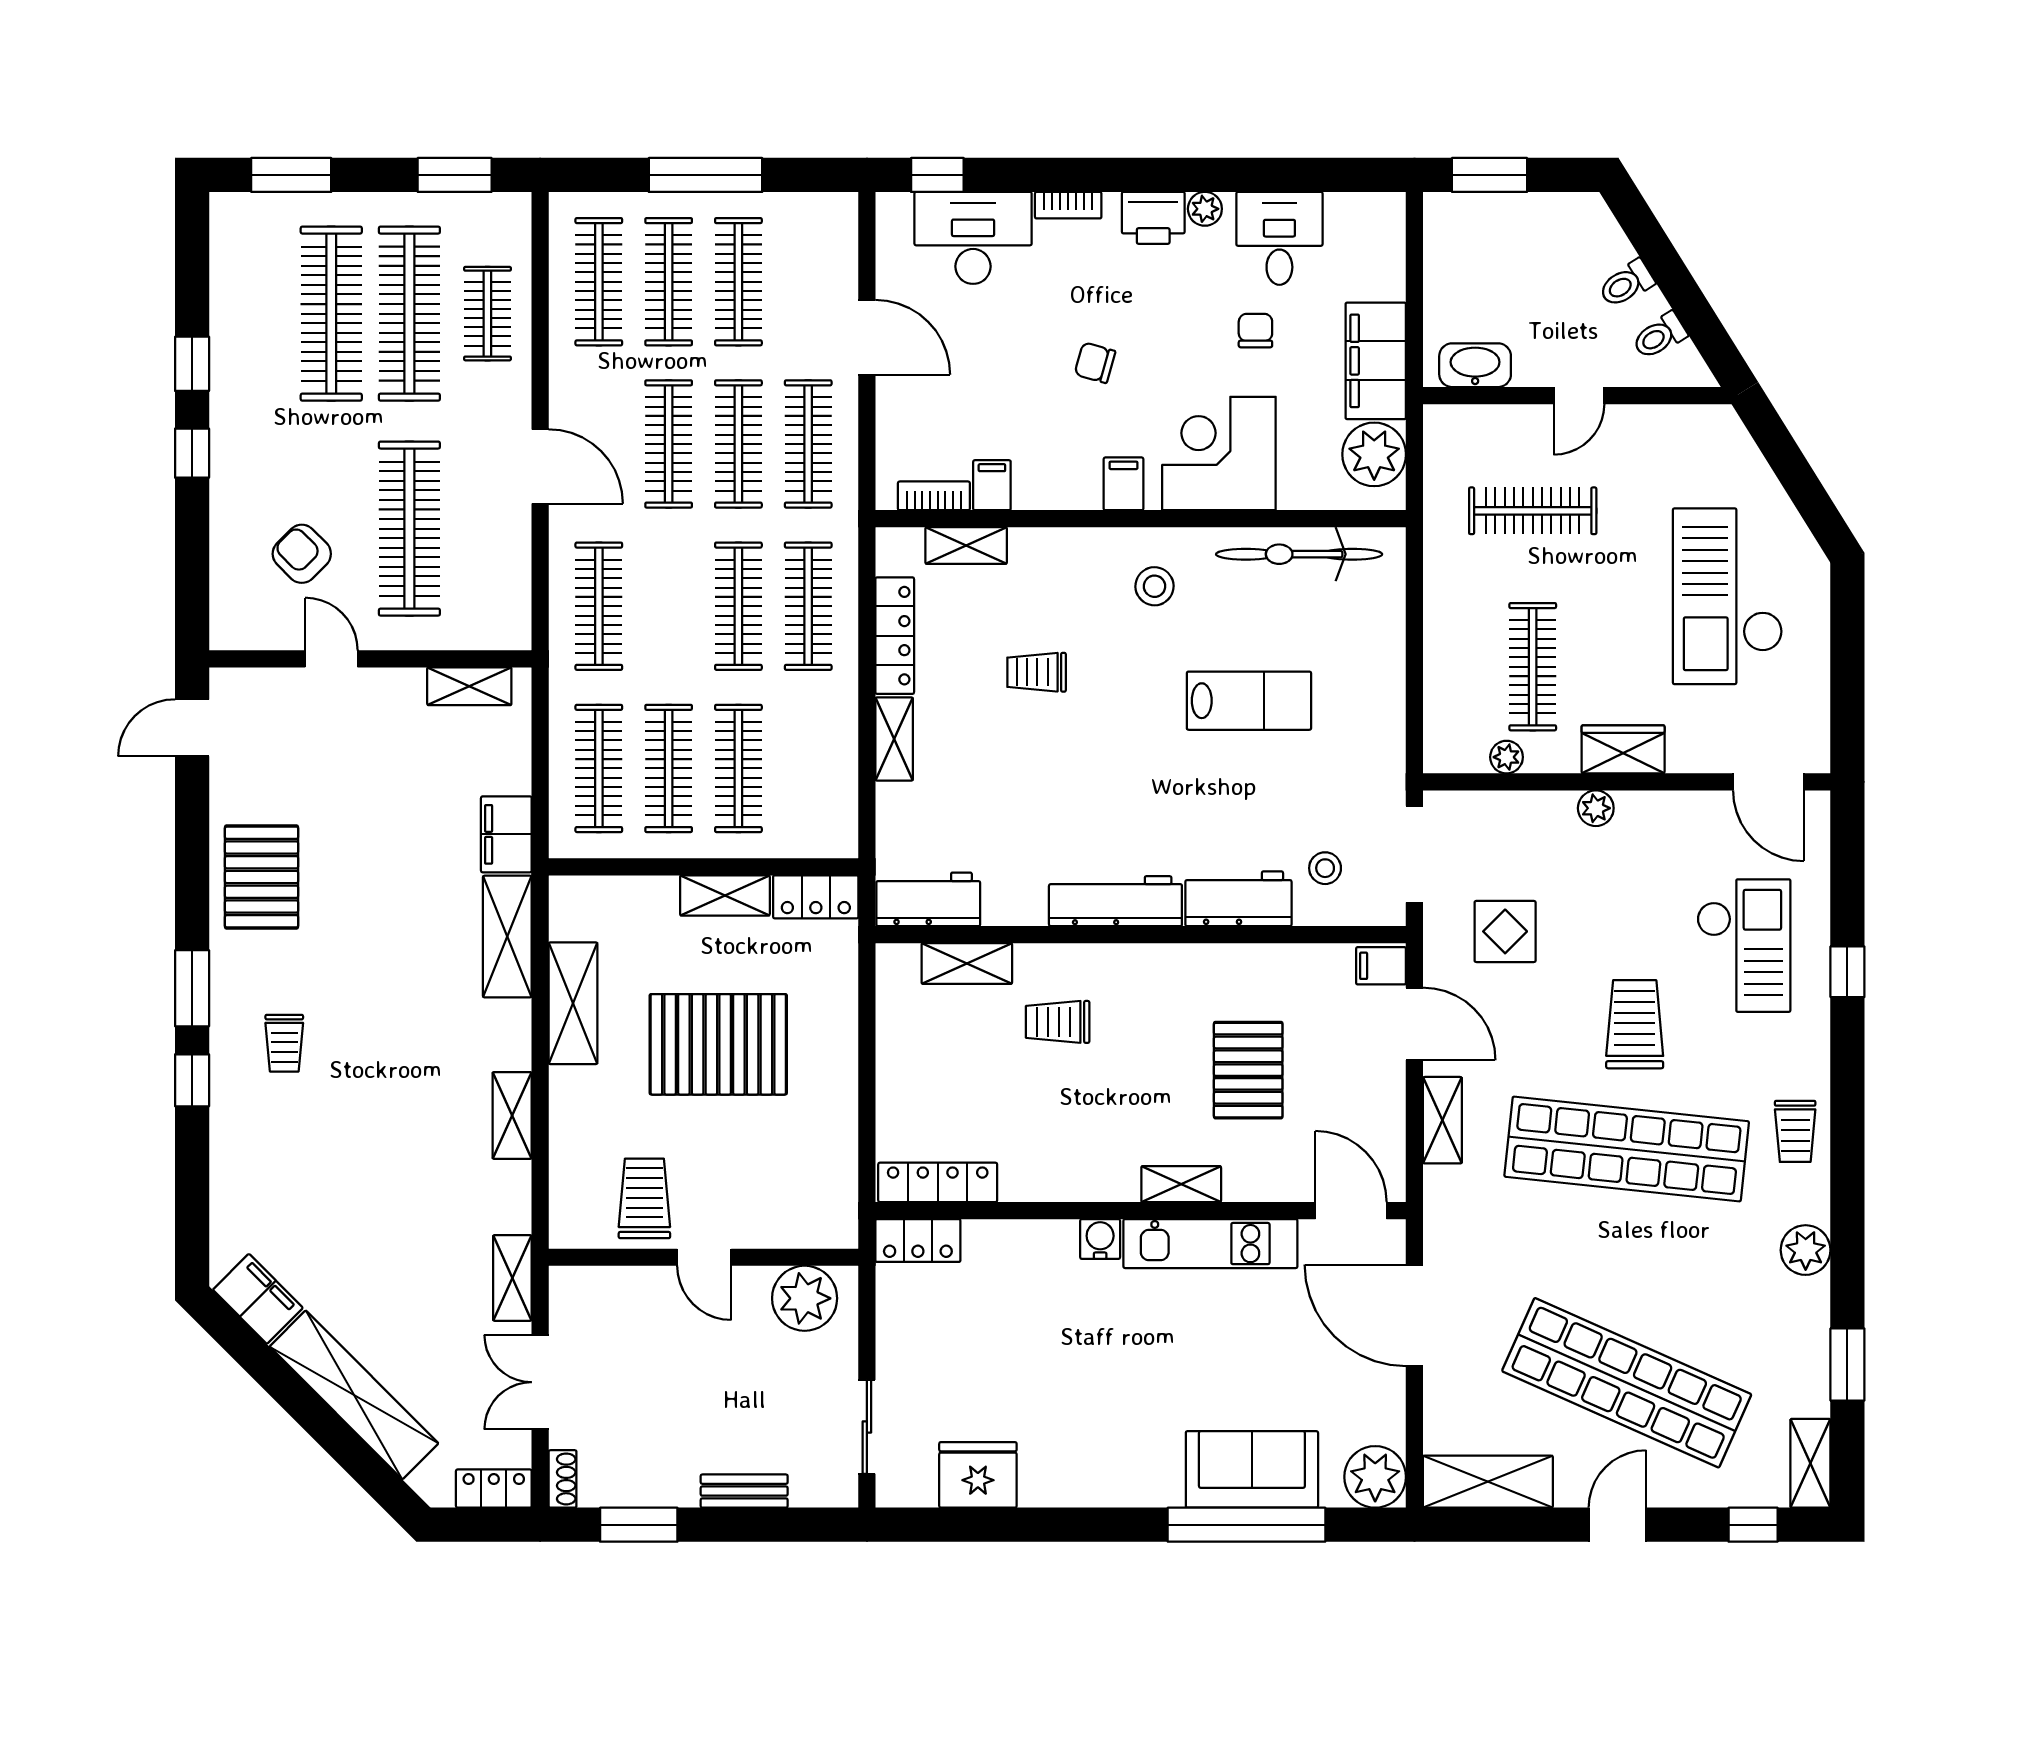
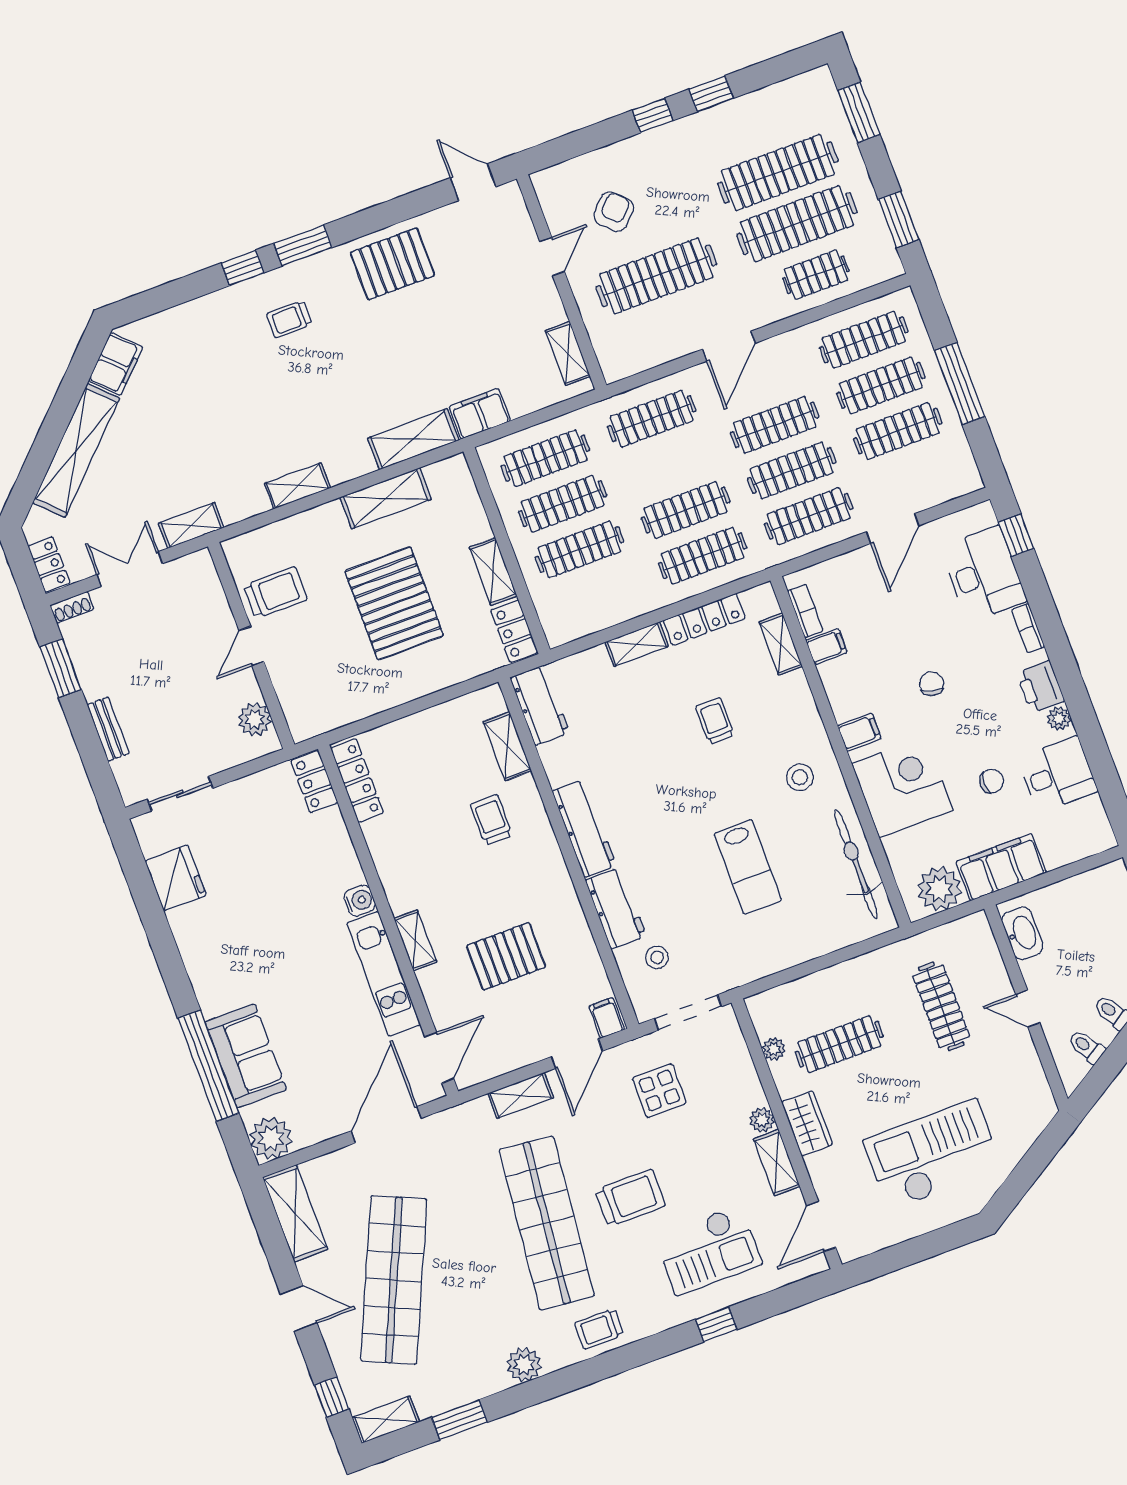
shelving: (1661, 810) -> (777, 1163), added
plant: (805, 1298) -> (255, 719), width x0.73, depth x0.73

